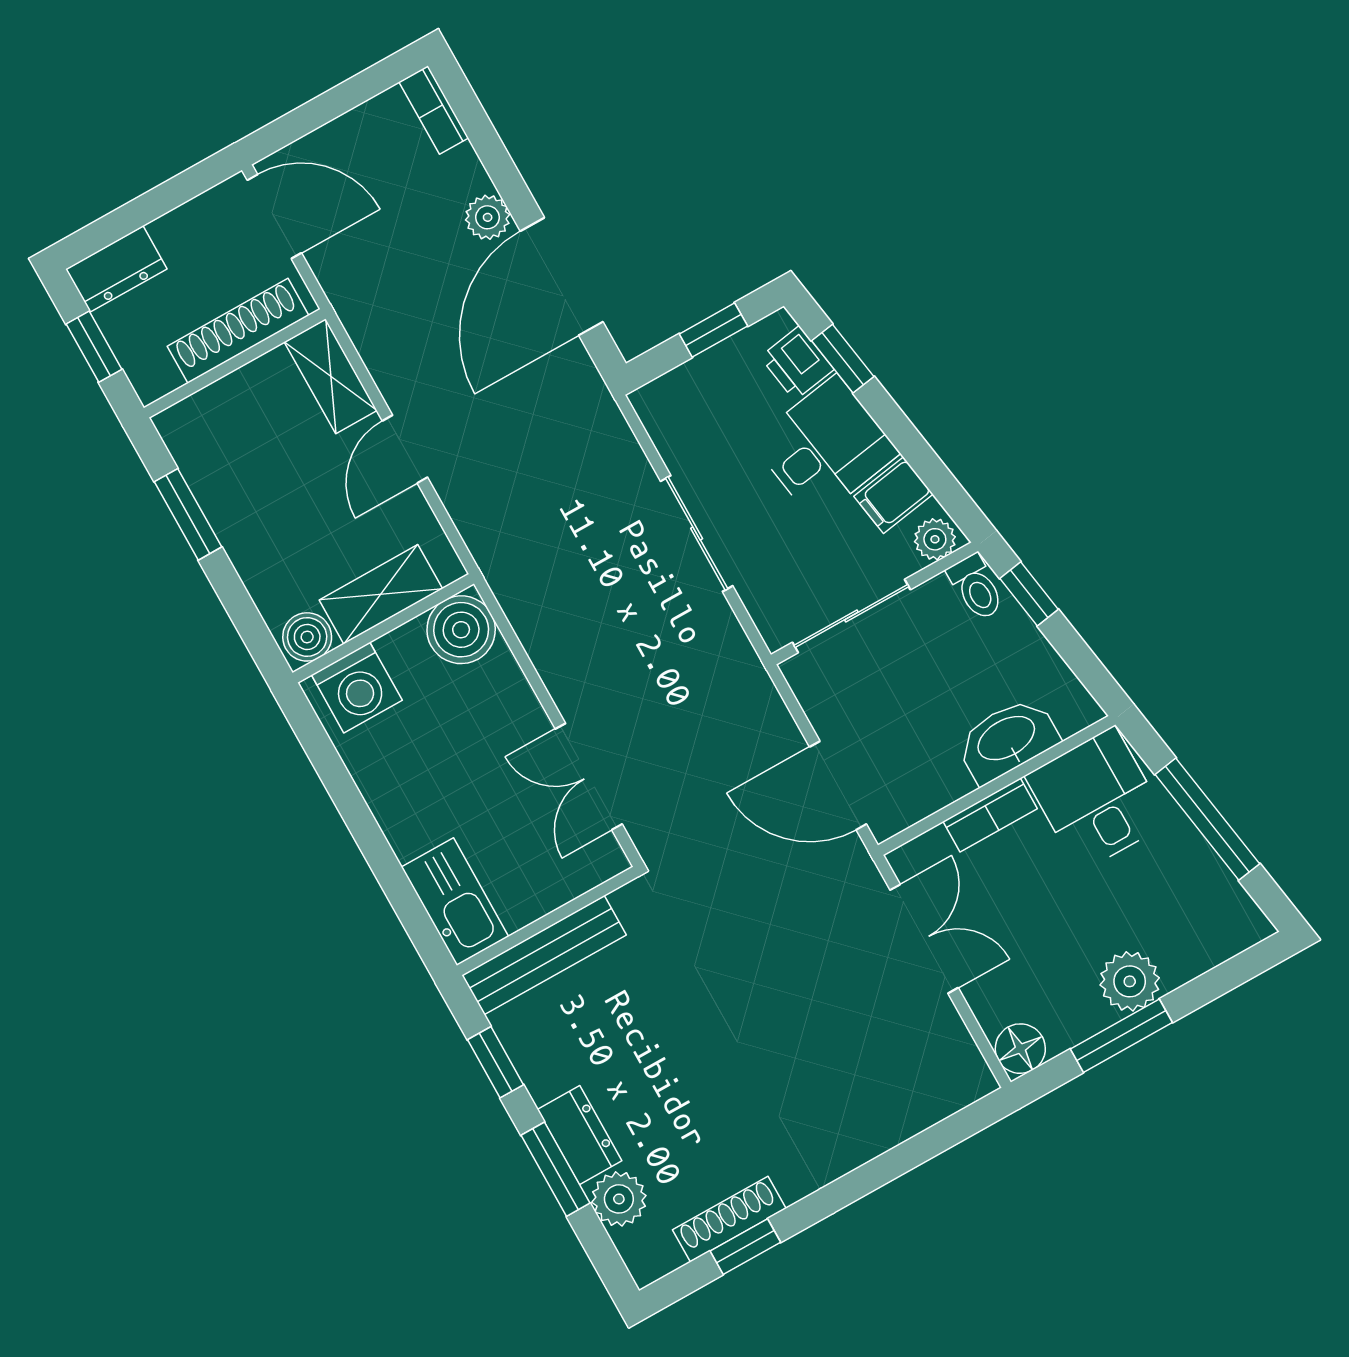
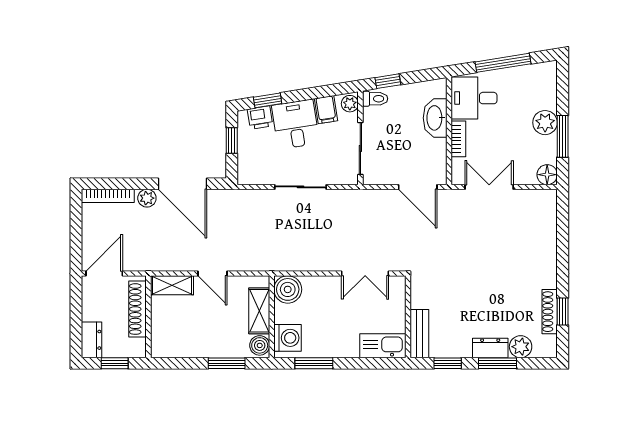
bookcase: (434, 110) -> (108, 196), width x1.56
window: (188, 514) -> (227, 363), moved
window: (334, 775) -> (314, 363), added
door: (838, 785) -> (418, 187), hinge flipped
bench: (544, 955) -> (419, 334), width x0.73

